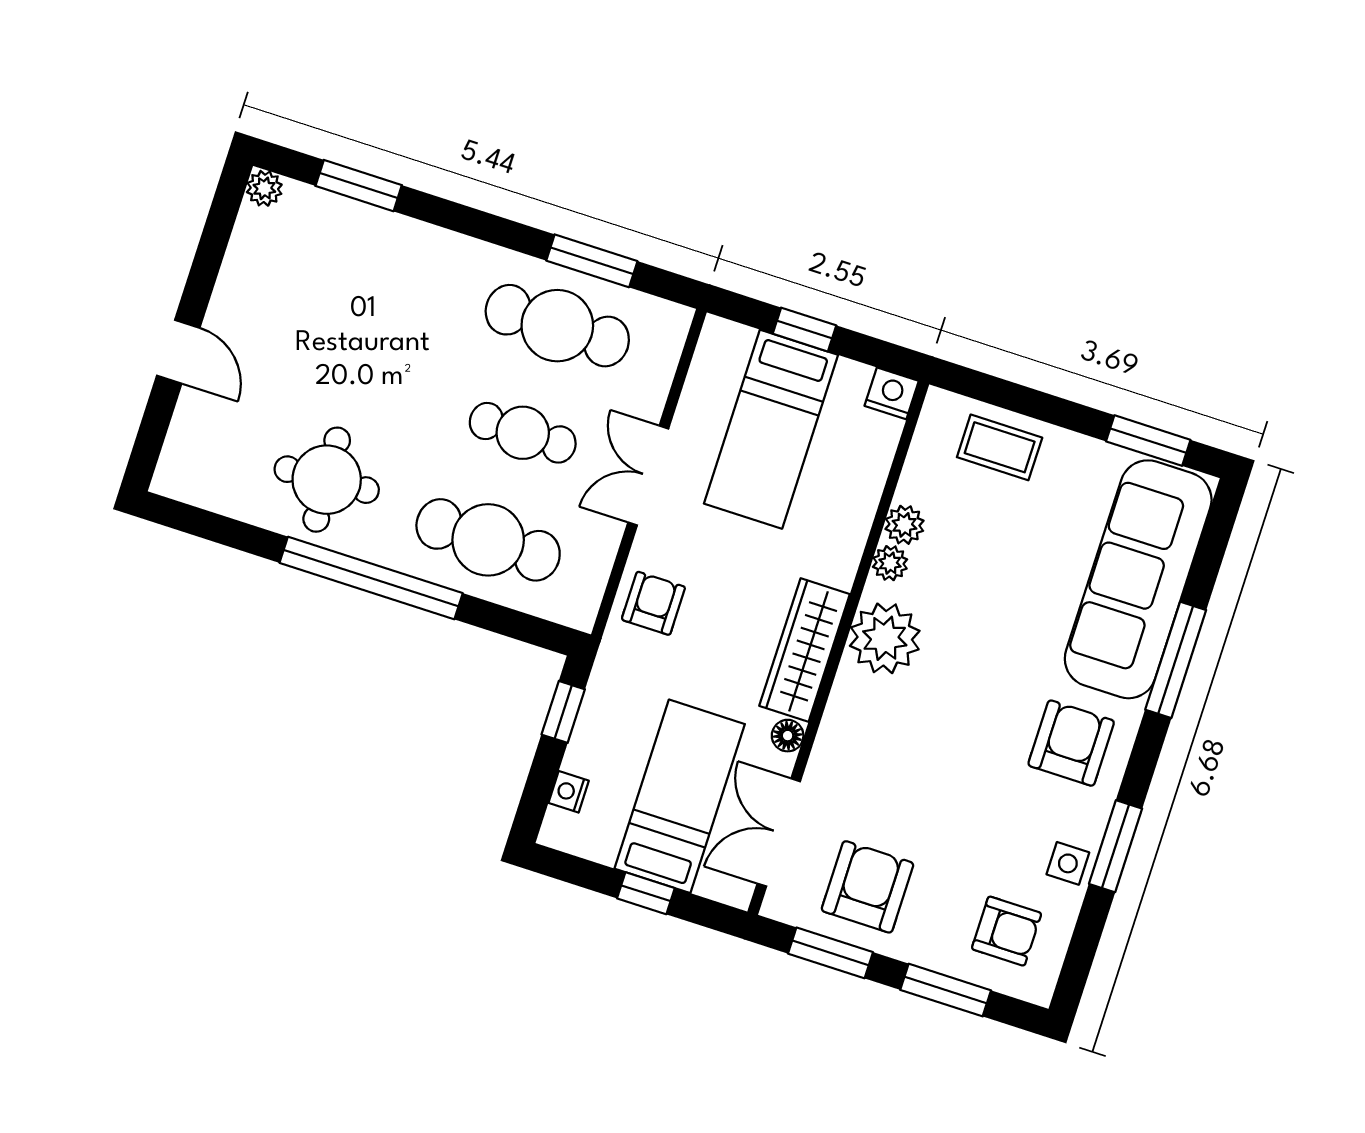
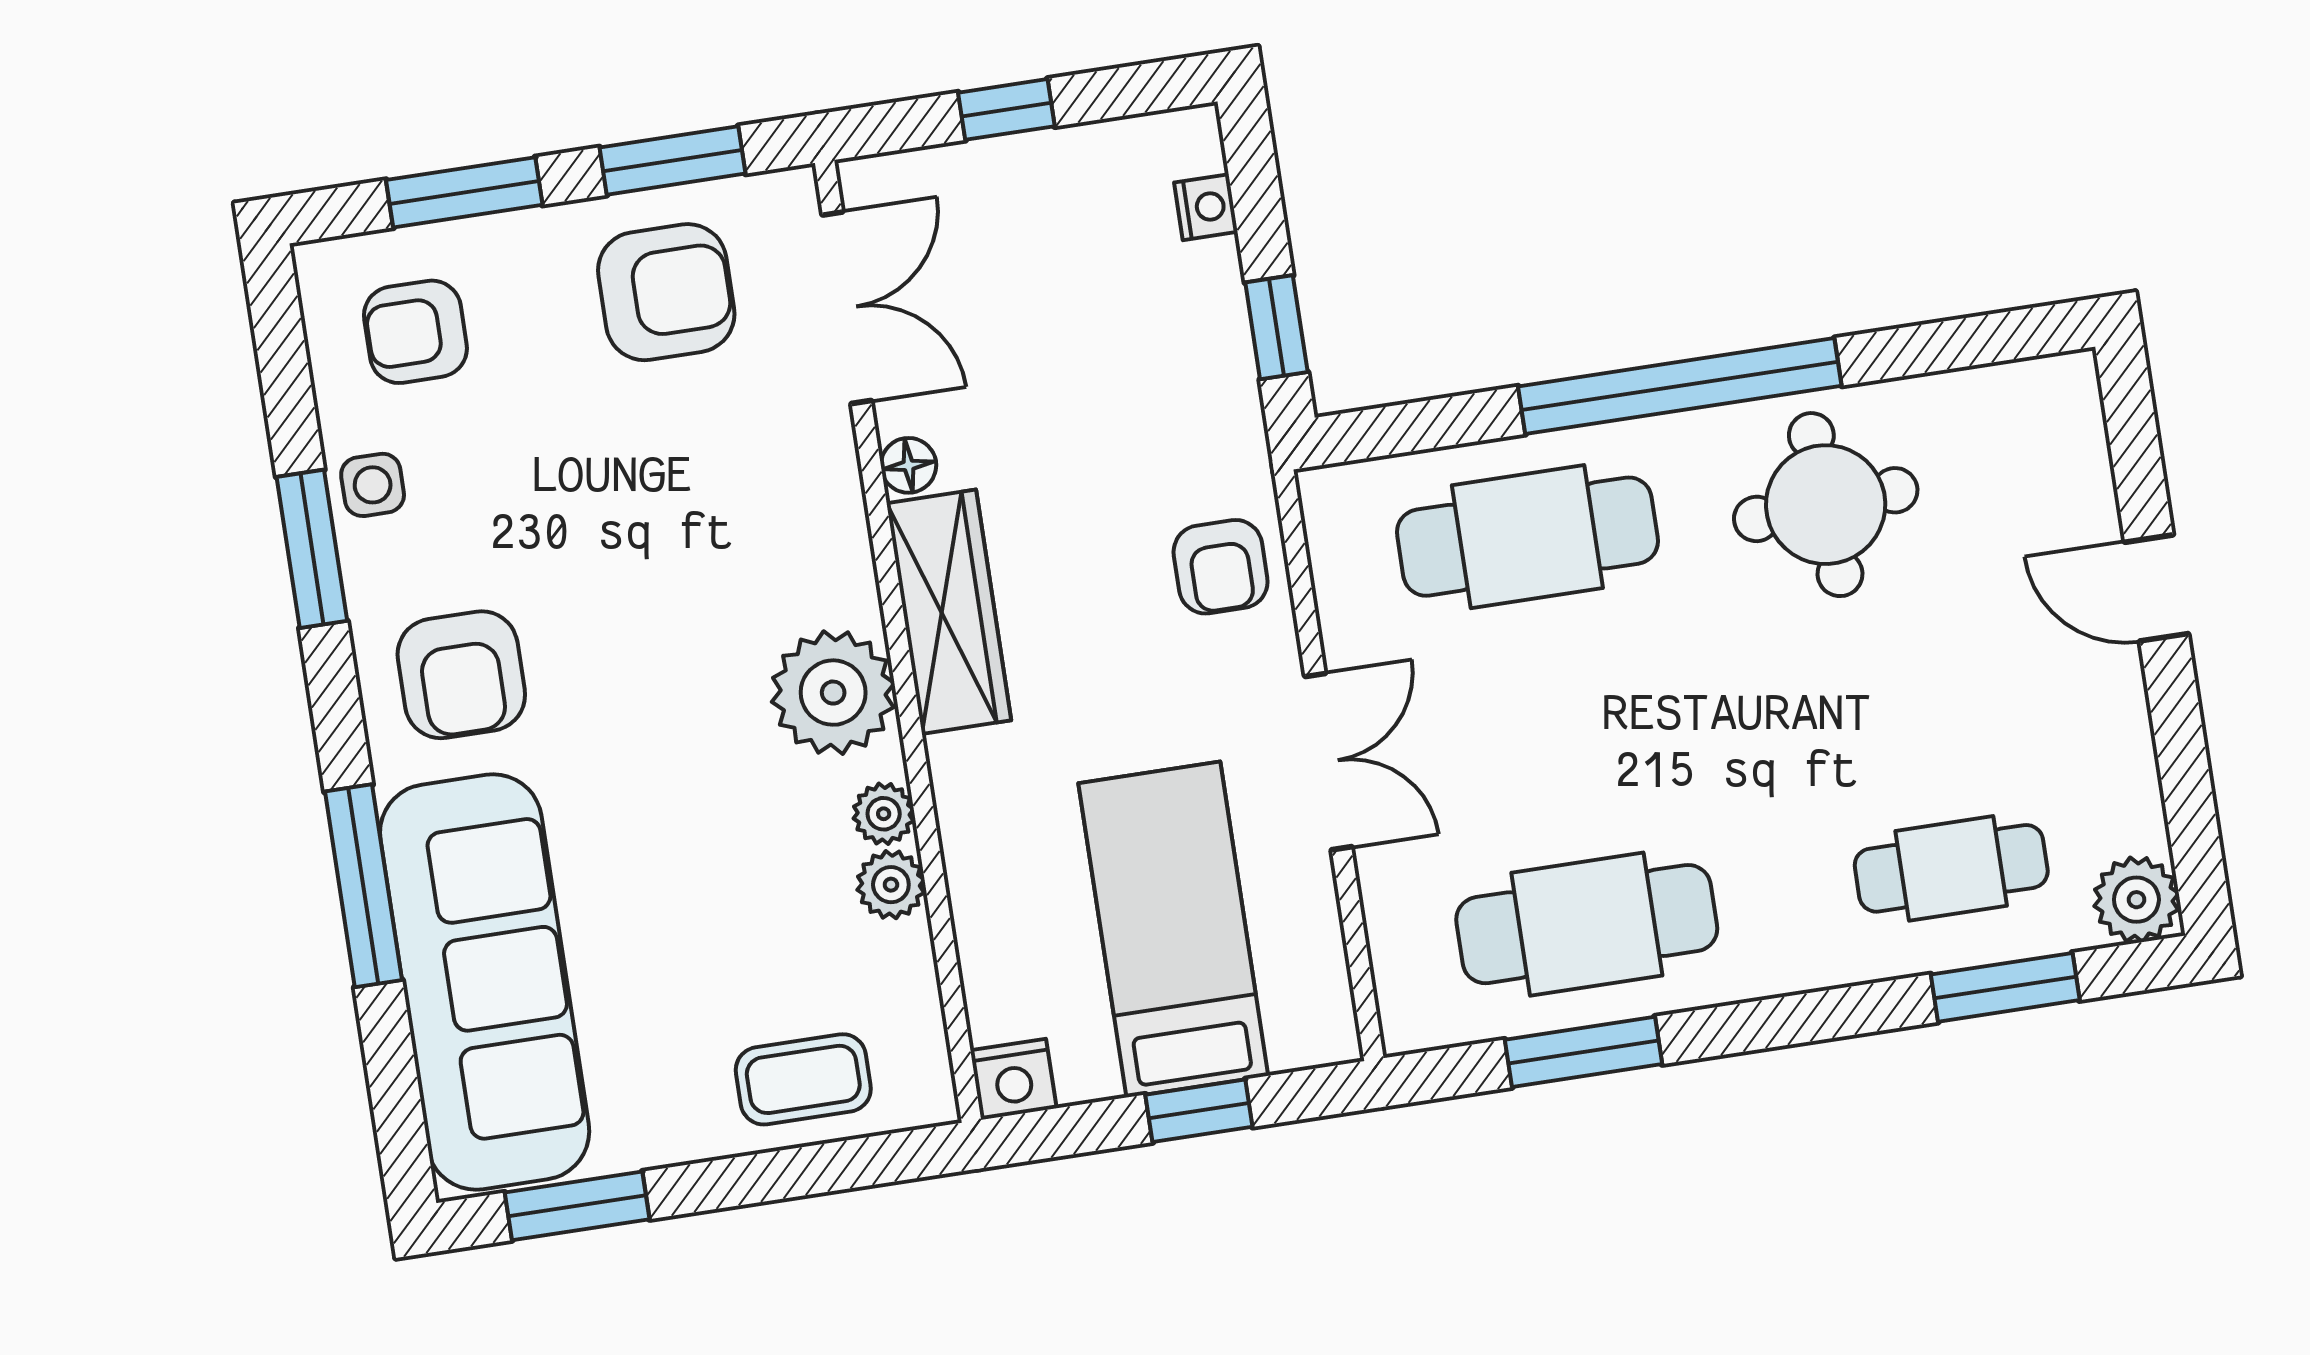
plant: (264, 188) -> (2136, 900), width x1.38, depth x1.38
cafe table: (523, 433) -> (1951, 868), moved
bed: (680, 796) -> (1029, 287), removed
armchair: (868, 887) -> (666, 292), turned -90

